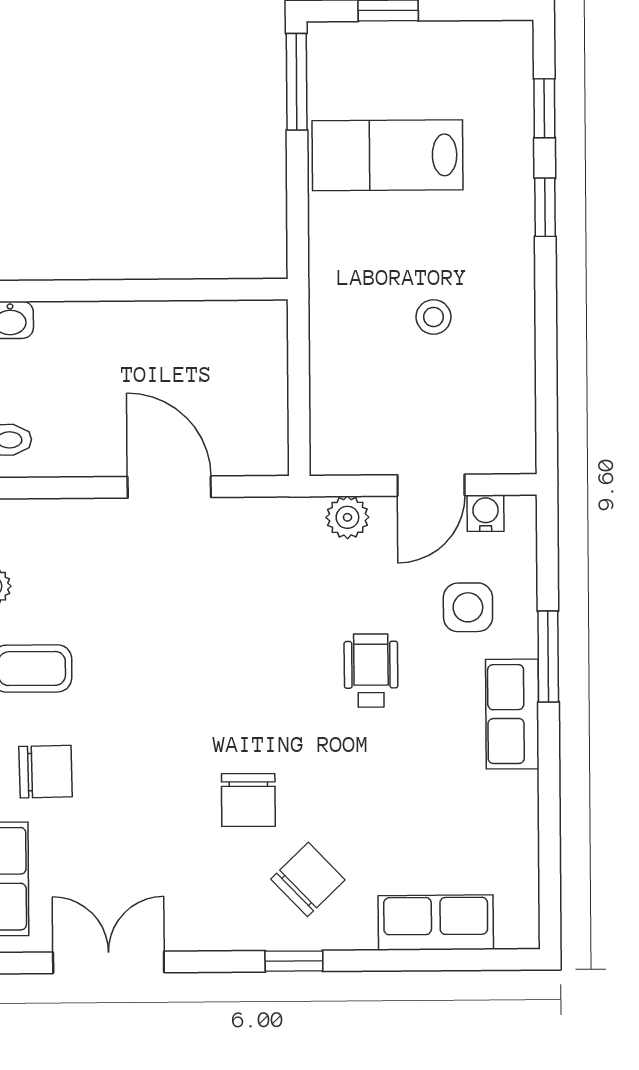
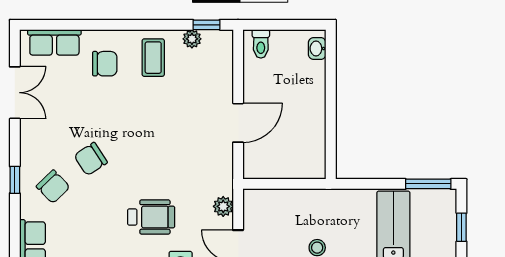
wheelchair: (371, 671) -> (151, 217), width x1.36, depth x1.37
chair: (46, 772) -> (105, 64), turned -89
chair: (248, 800) -> (91, 159), turned -33

